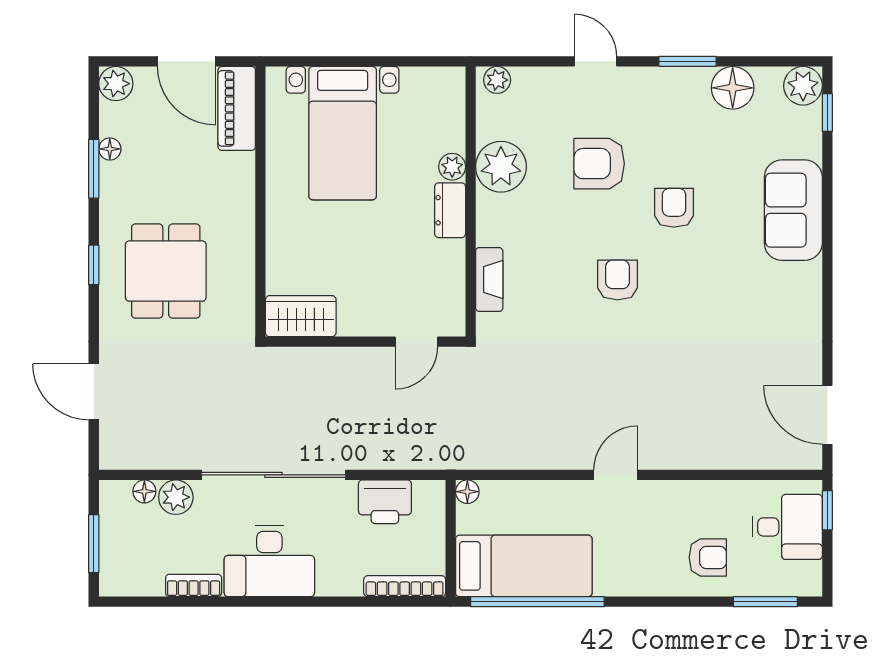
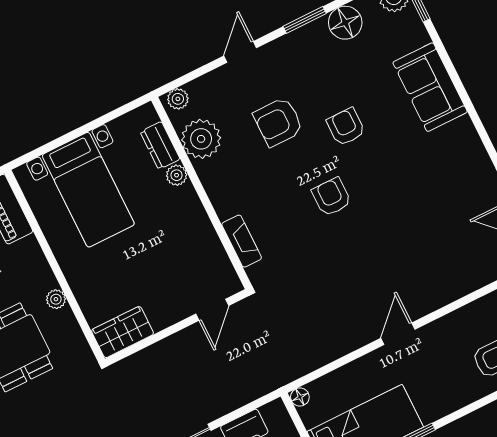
door: (595, 61) -> (240, 52), hinge flipped
plant: (501, 167) -> (201, 139), moved
dresser: (450, 210) -> (160, 145), moved
plant: (243, 240) -> (56, 299), added

